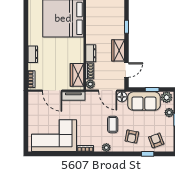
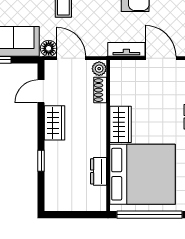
dresser: (91, 53) -> (99, 171), moved
wardrobe: (77, 75) -> (120, 124), moved

